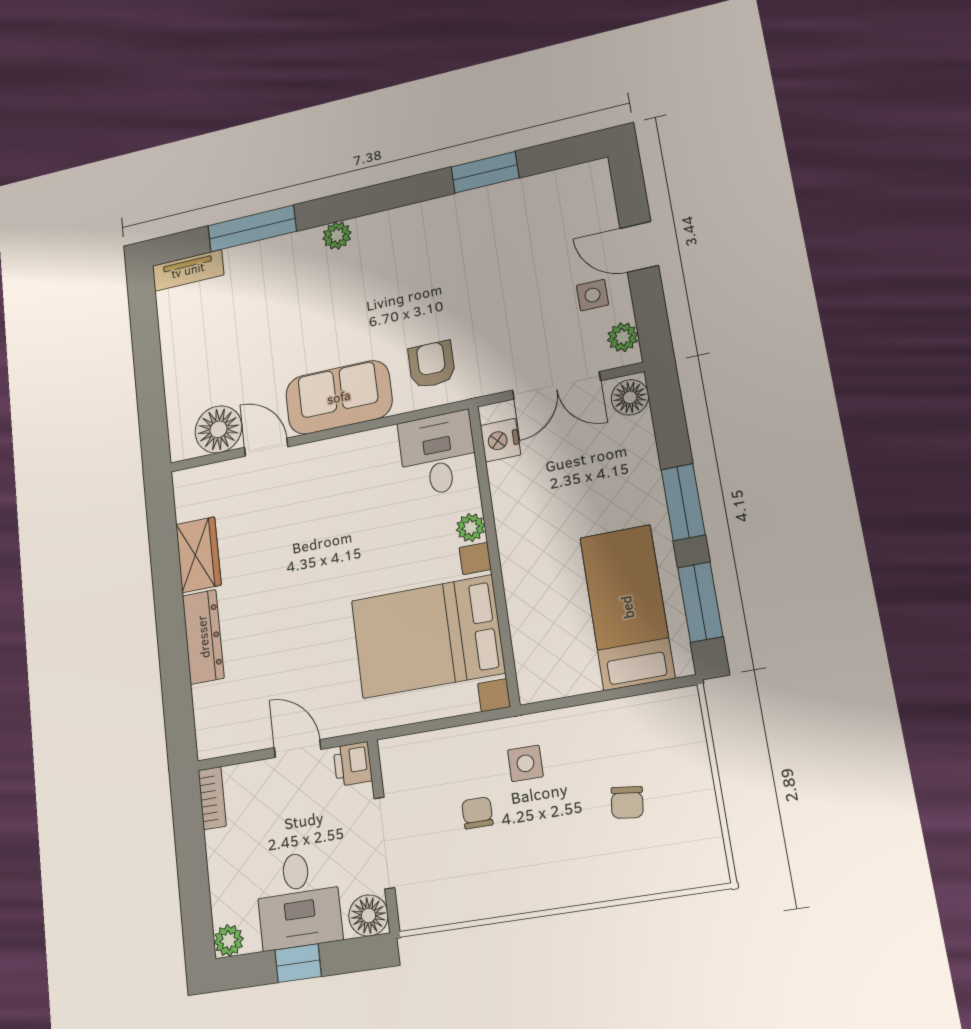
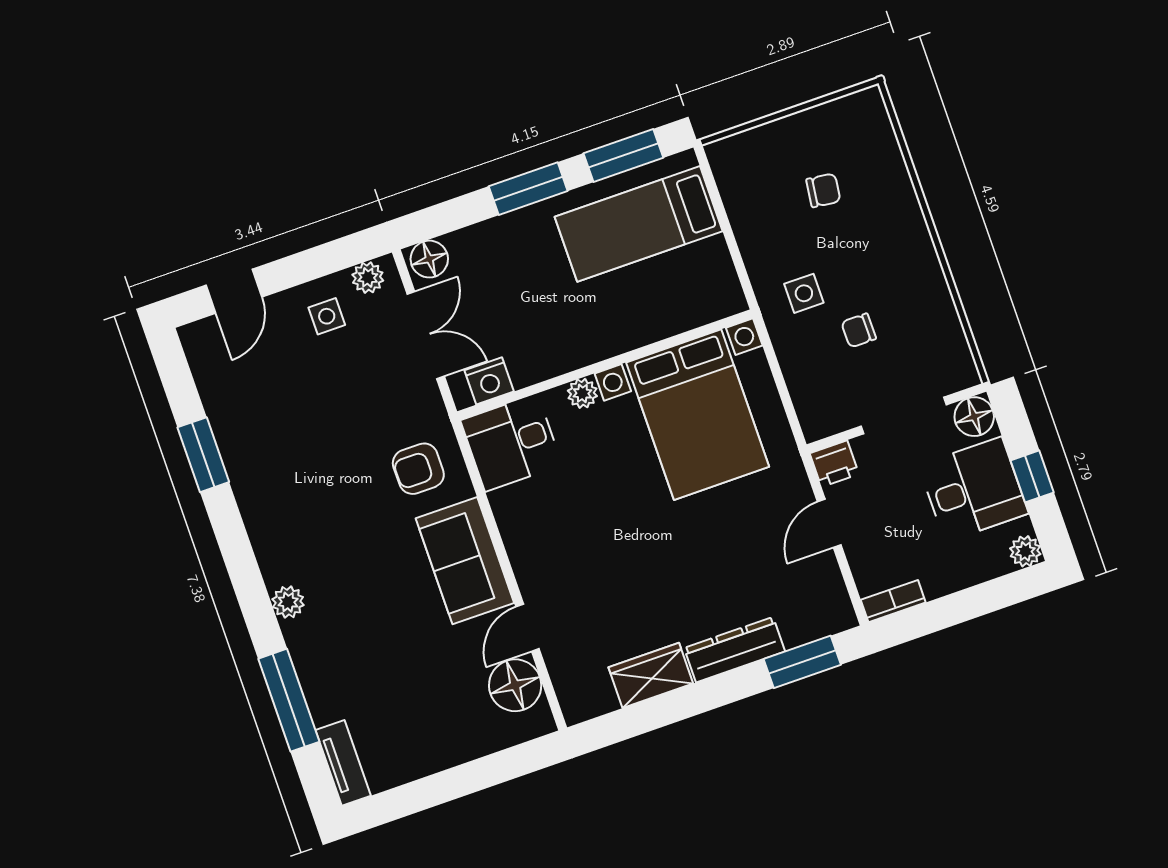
door: (639, 247) -> (234, 291), moved
window: (177, 699) -> (802, 662), added

